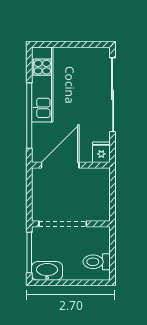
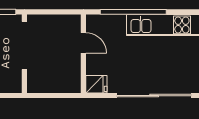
door: (60, 165) -> (83, 43), width x0.53

